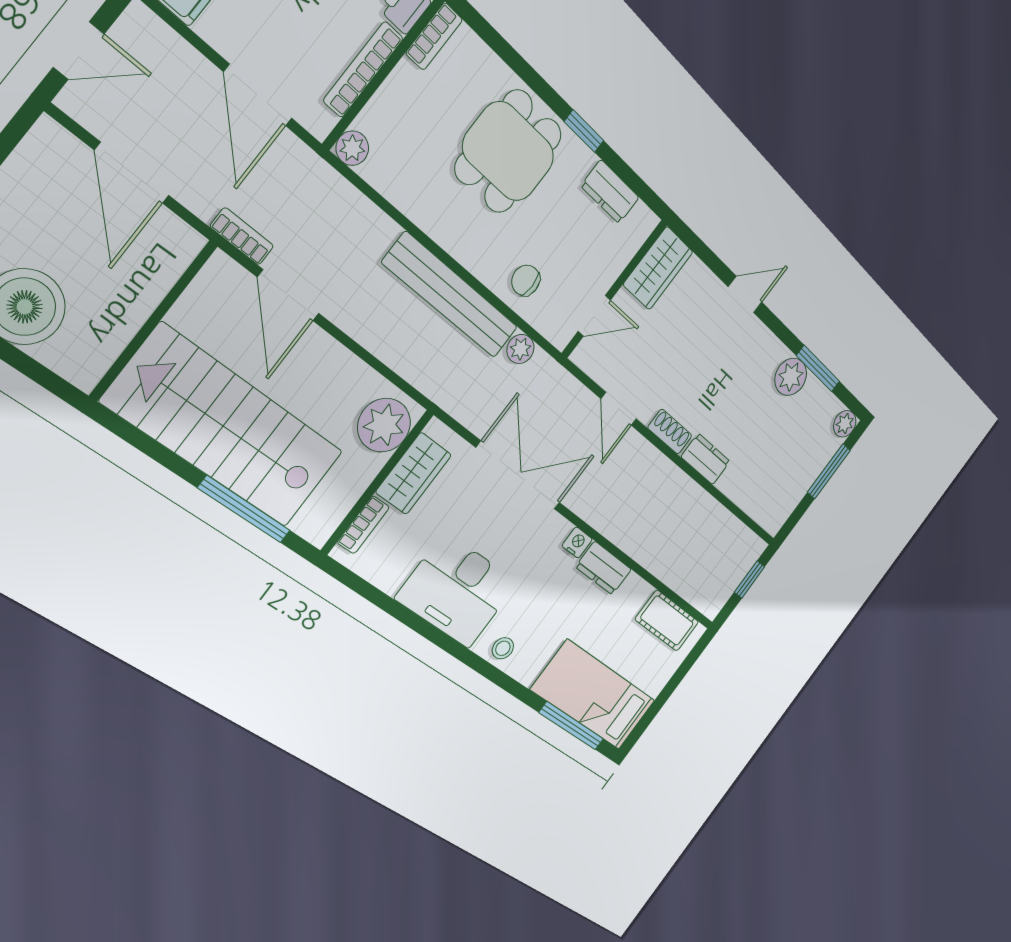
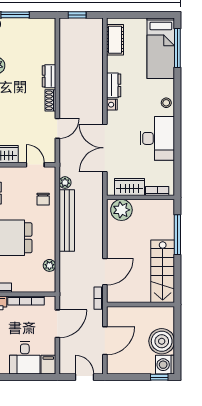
plant: (352, 148) -> (49, 265), moved
stairs: (225, 428) -> (163, 271), width x0.73, depth x0.66

